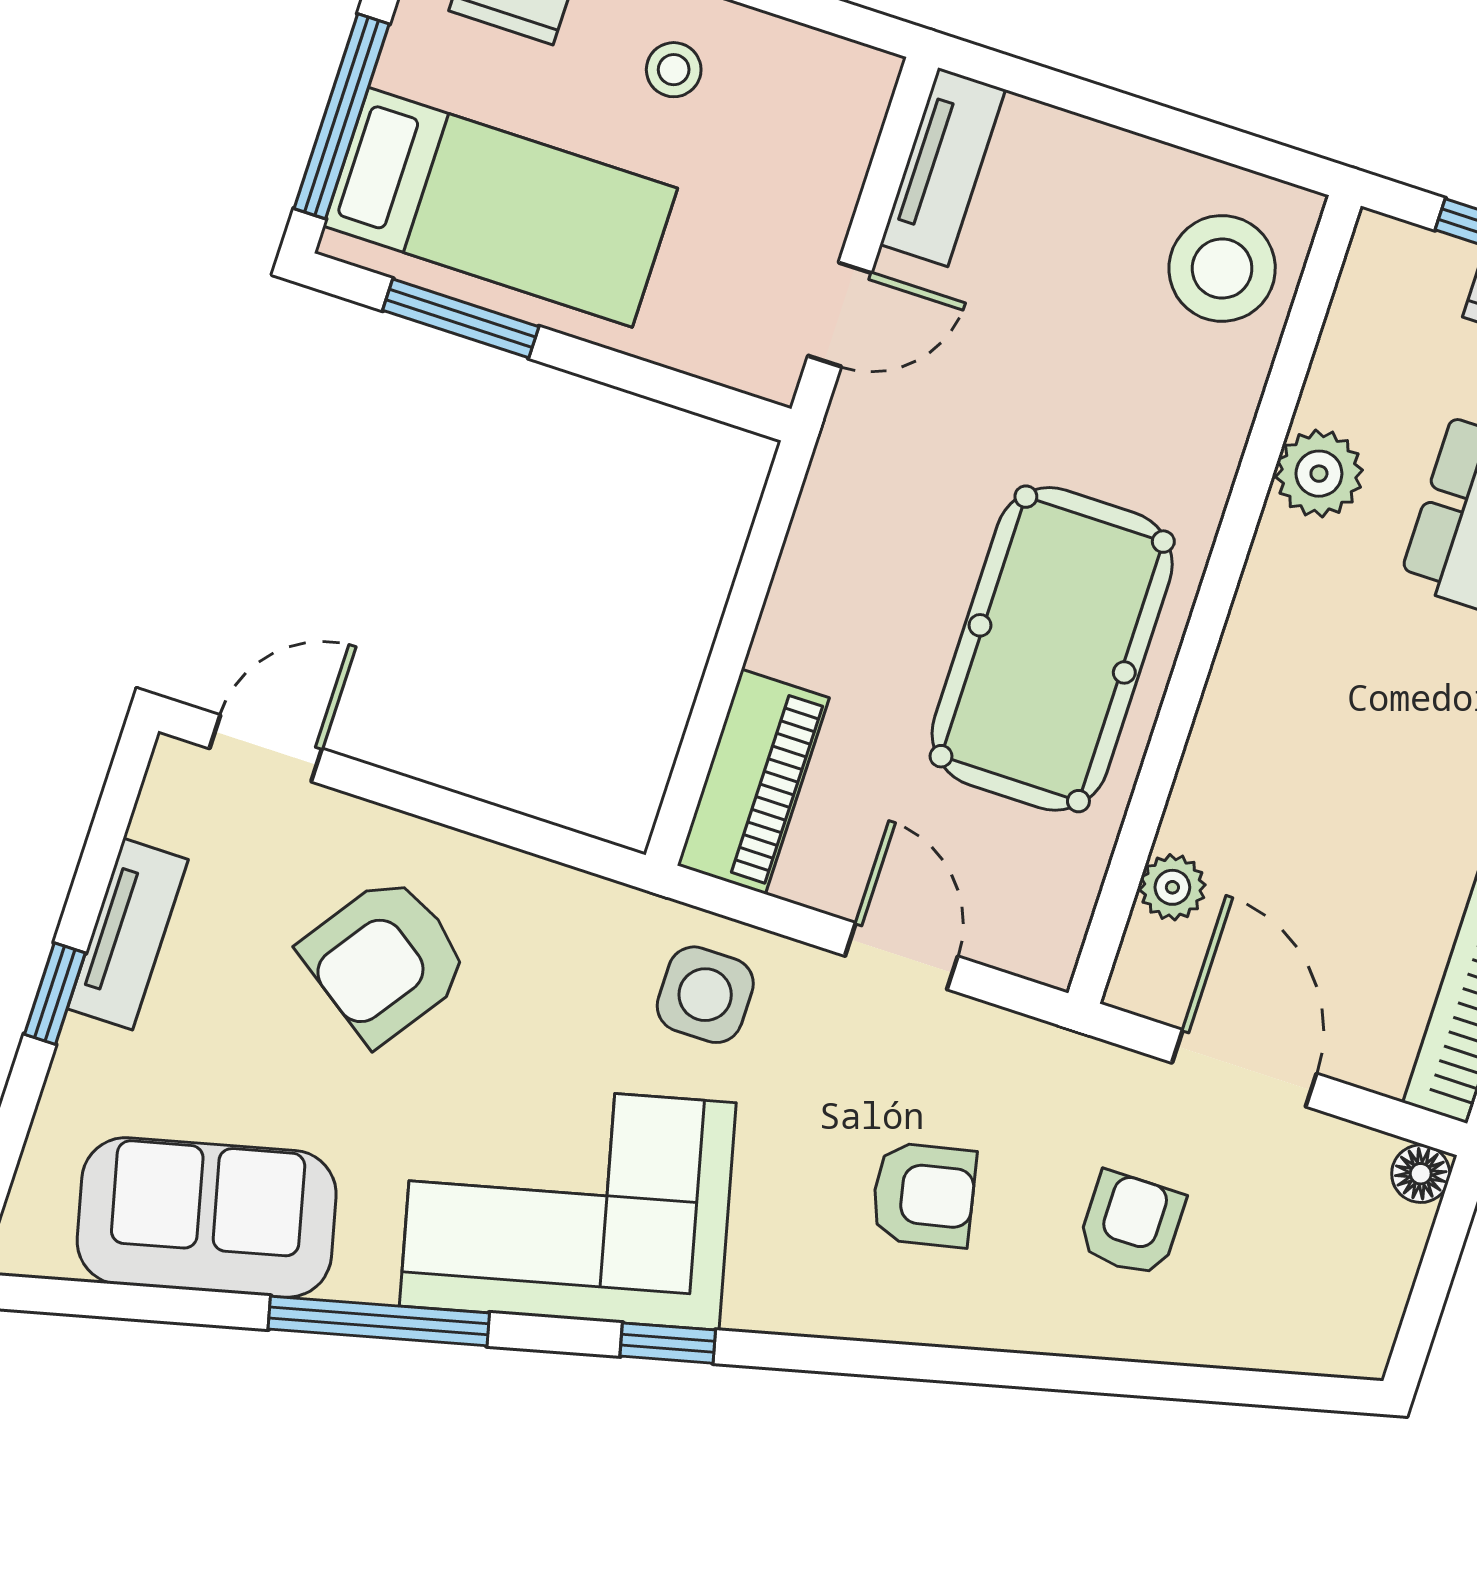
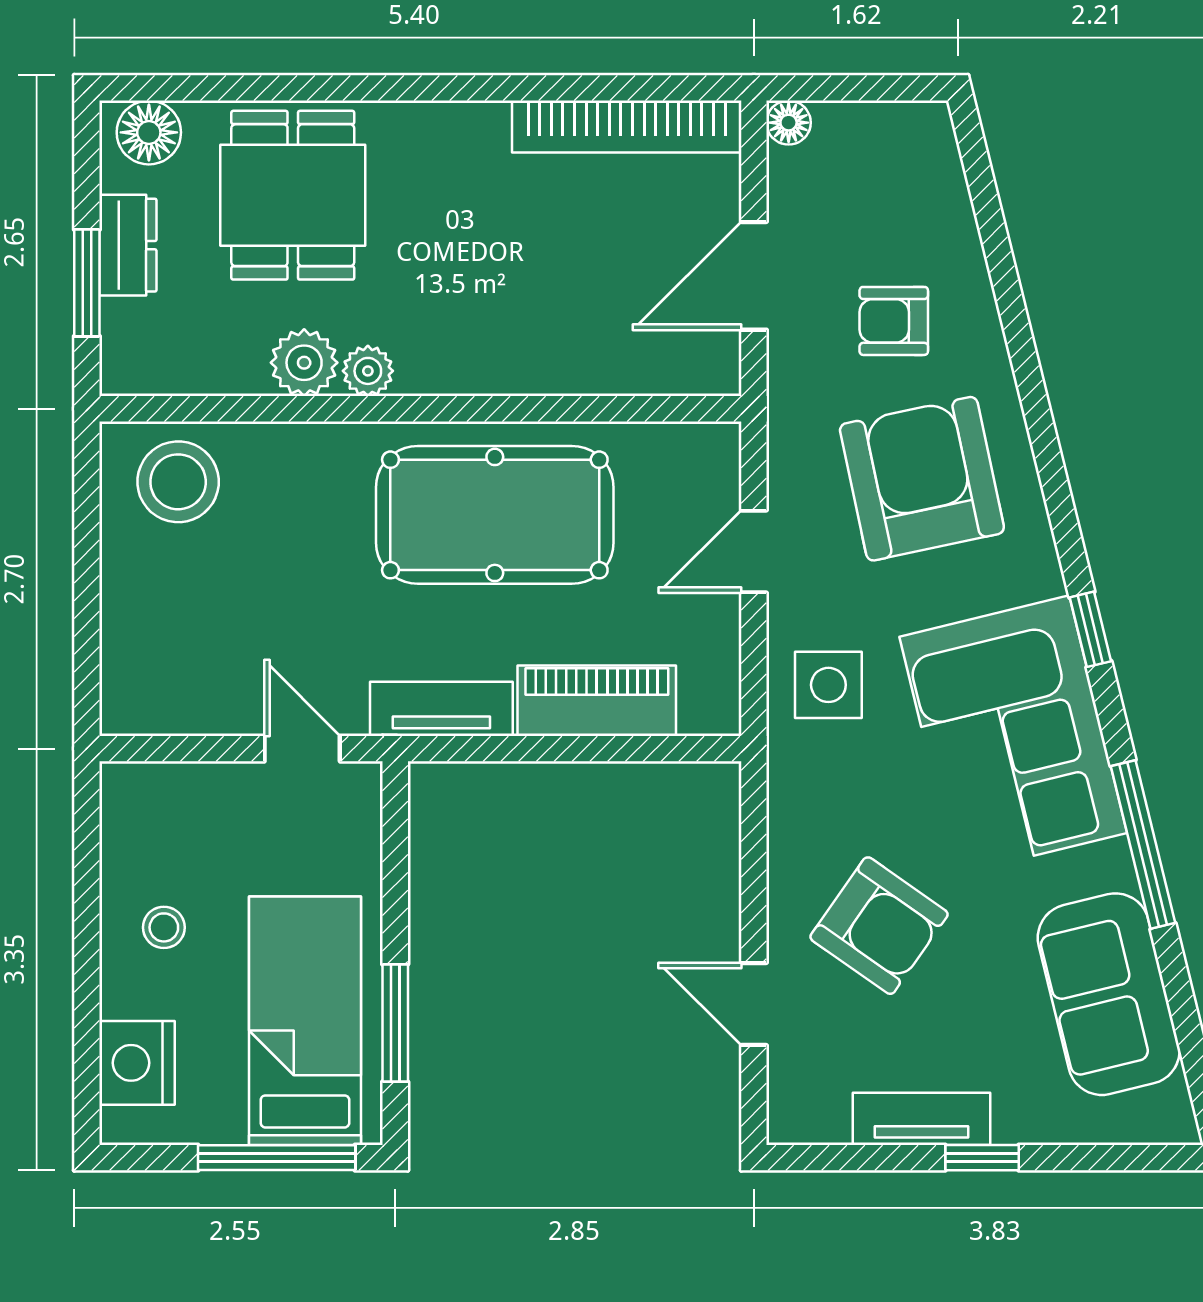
tv unit: (943, 167) -> (441, 709), moved
door: (266, 748) -> (754, 1004), moved
piano: (753, 782) -> (597, 701), moved
plant: (1172, 887) -> (368, 371), moved
armchair: (924, 1195) -> (922, 479), width x1.88, depth x1.88

